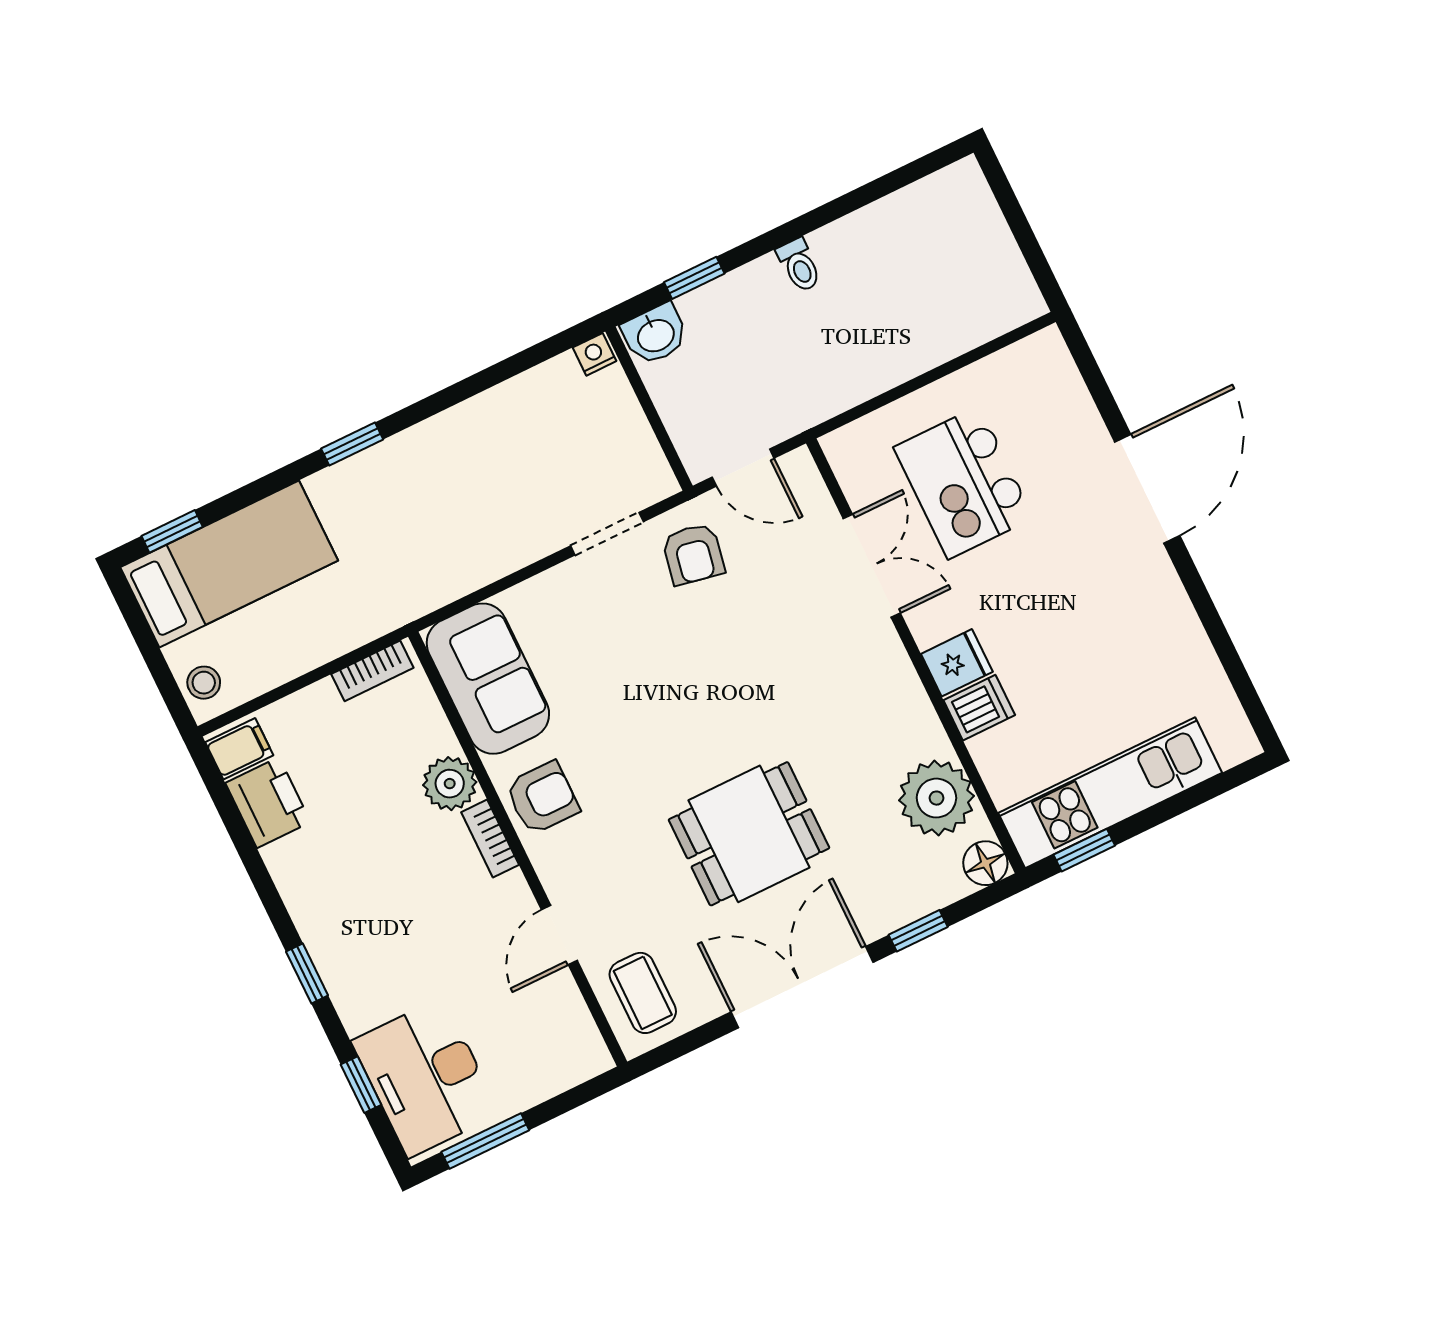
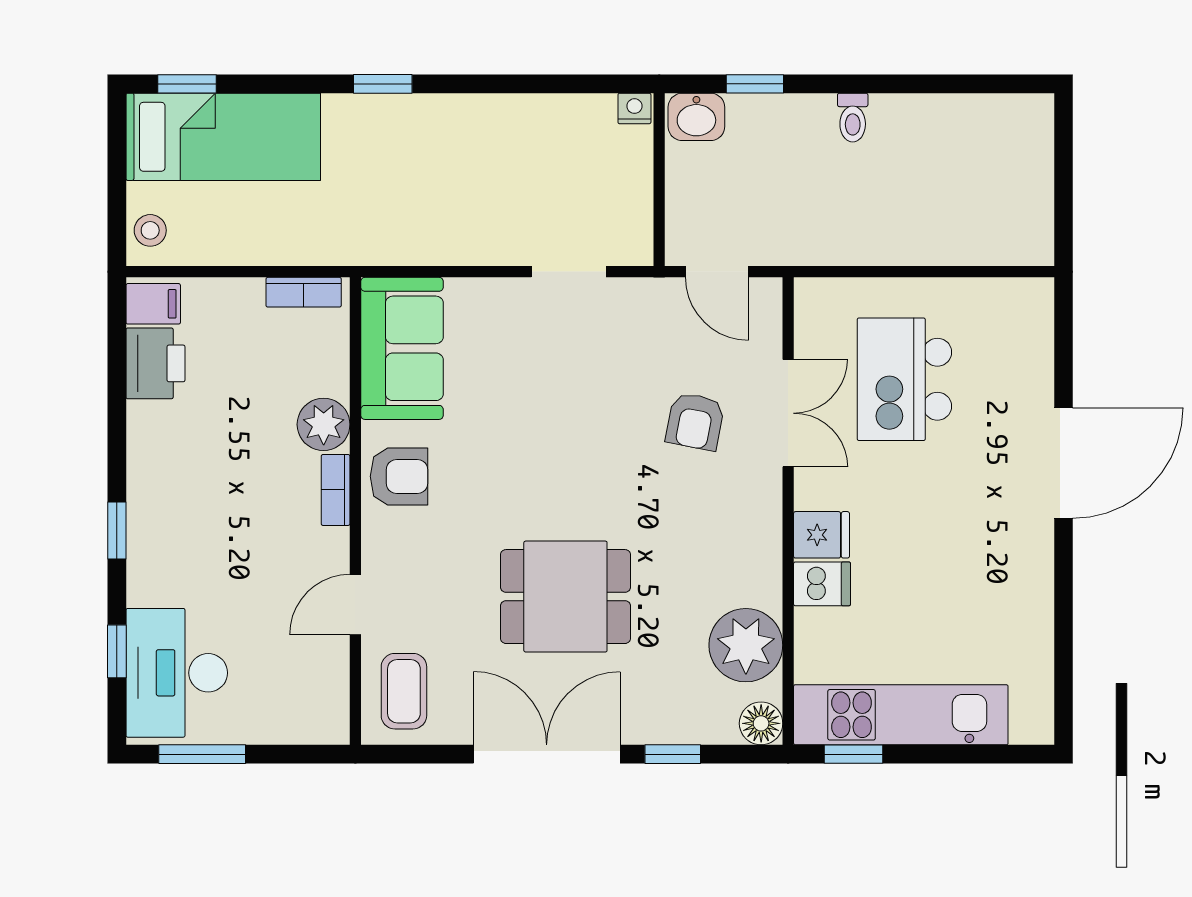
armchair: (693, 554) -> (695, 421), moved

